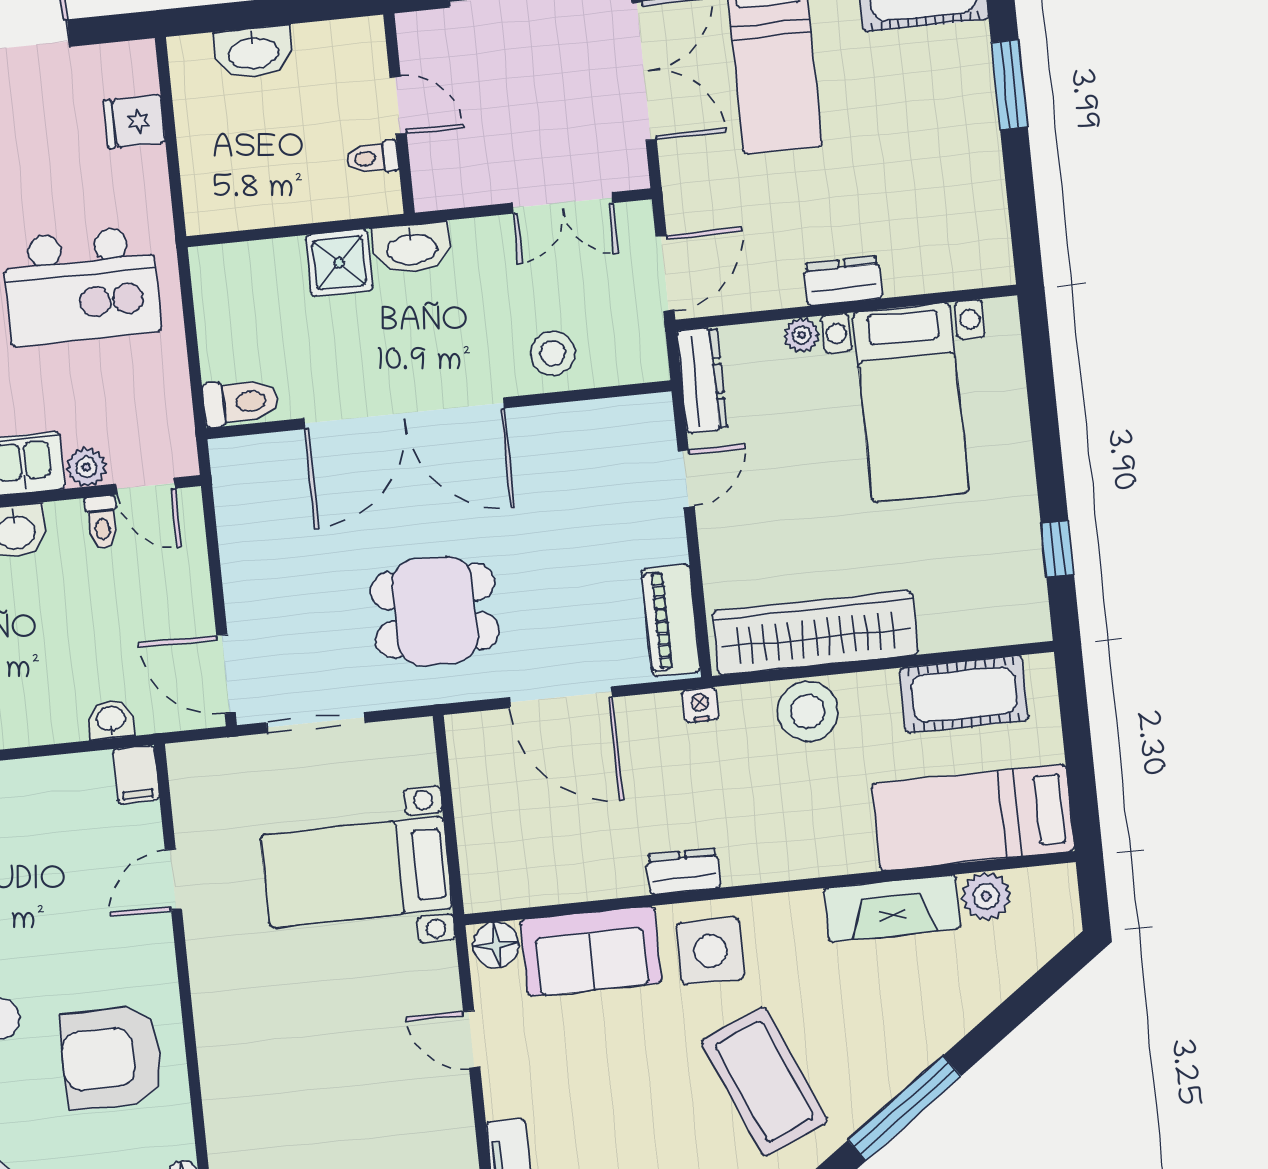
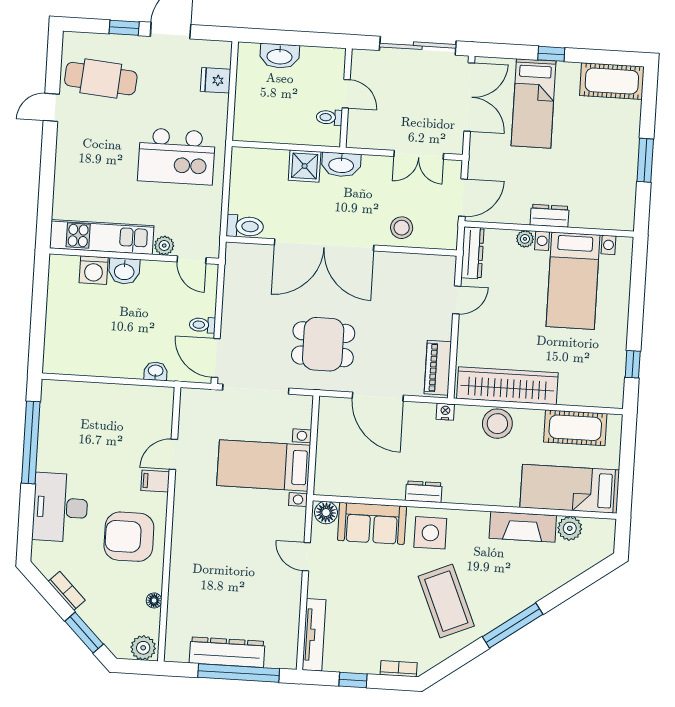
window: (1009, 85) -> (645, 160), moved
toilet: (102, 522) -> (202, 325), moved, turned 90
doorway: (316, 723) -> (256, 389), width x1.36
filing cabinet: (136, 775) -> (155, 481), moved, turned 90

